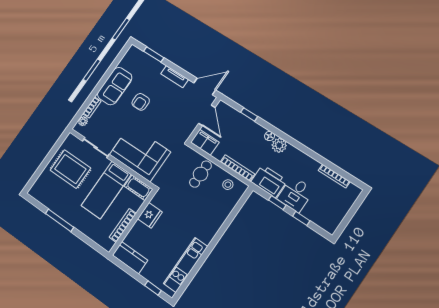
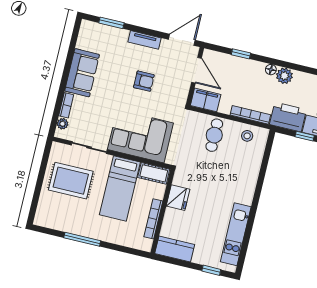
armchair: (141, 102) -> (144, 81), moved, turned -90

